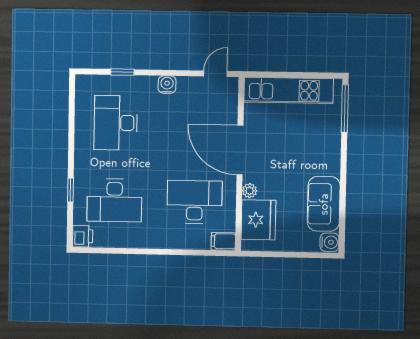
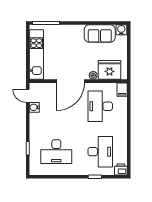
water cooler: (167, 85) -> (34, 107), moved

